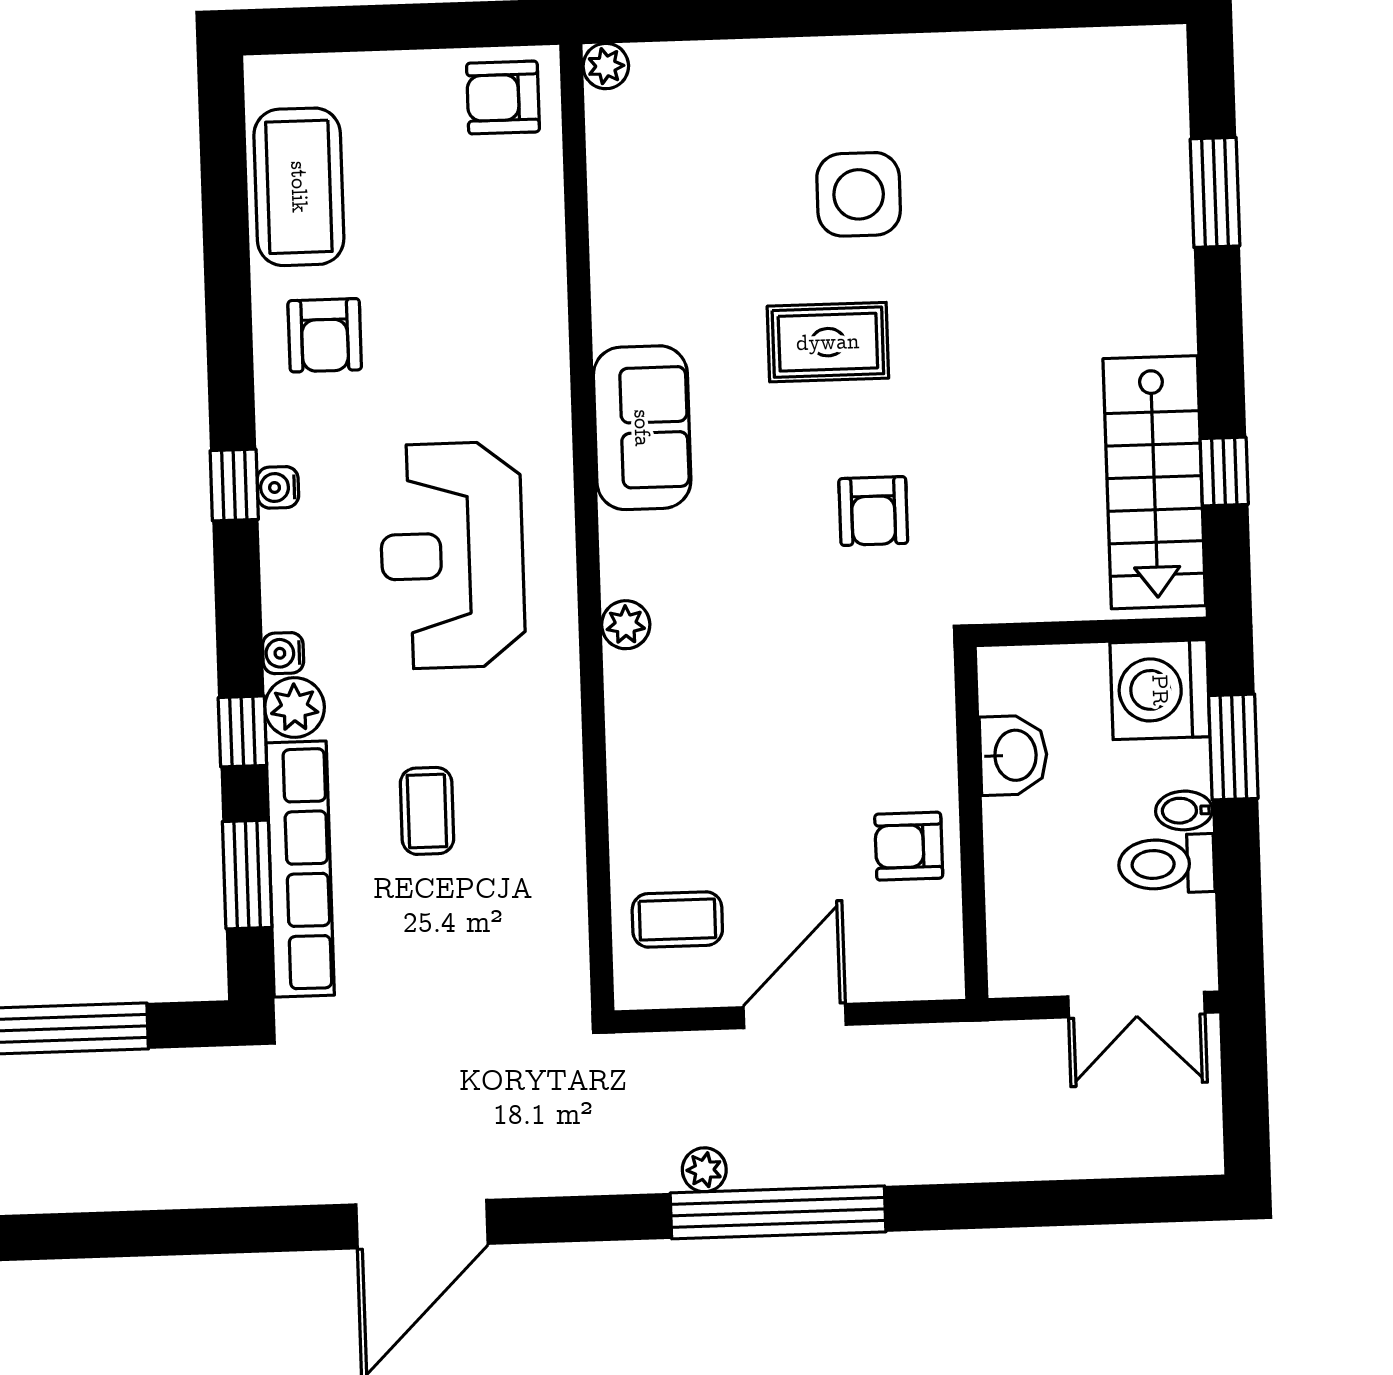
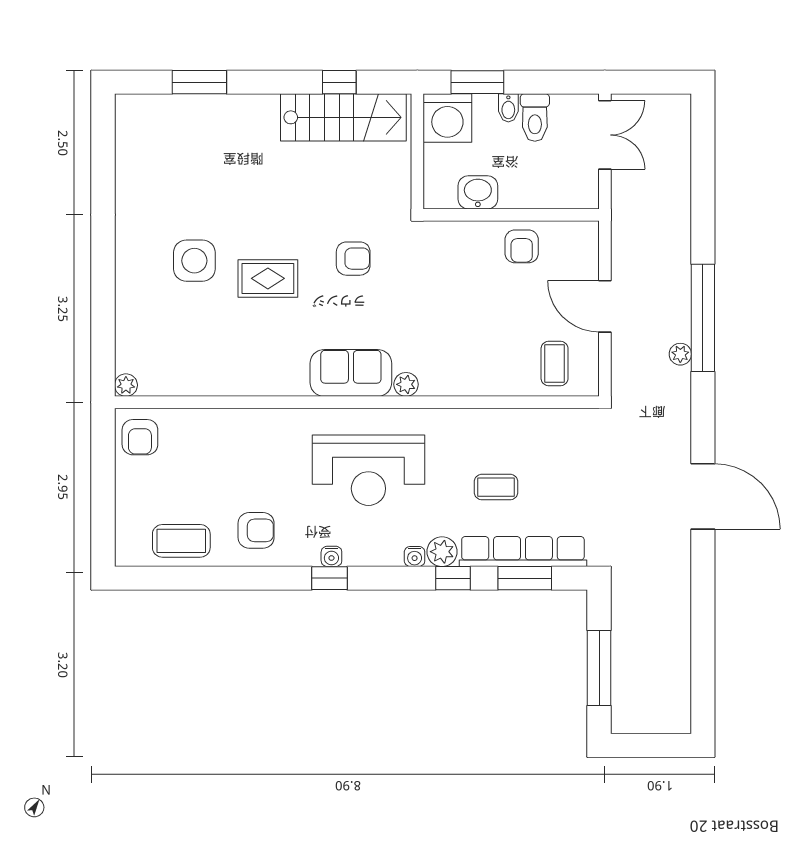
coffee table: (299, 187) -> (181, 541), width x0.73, depth x0.76
rug: (828, 342) -> (268, 278), turned 90
sofa: (642, 428) -> (351, 373), moved

